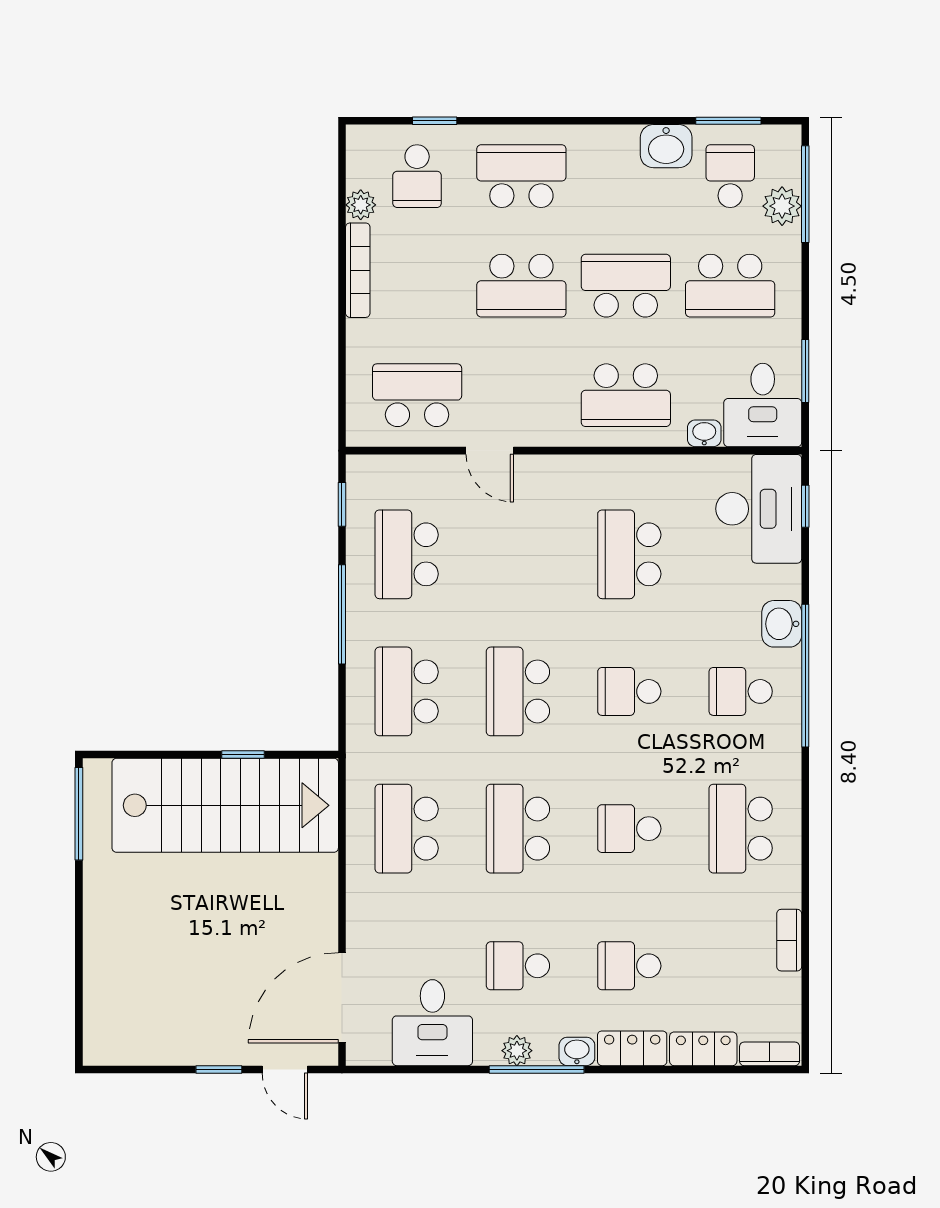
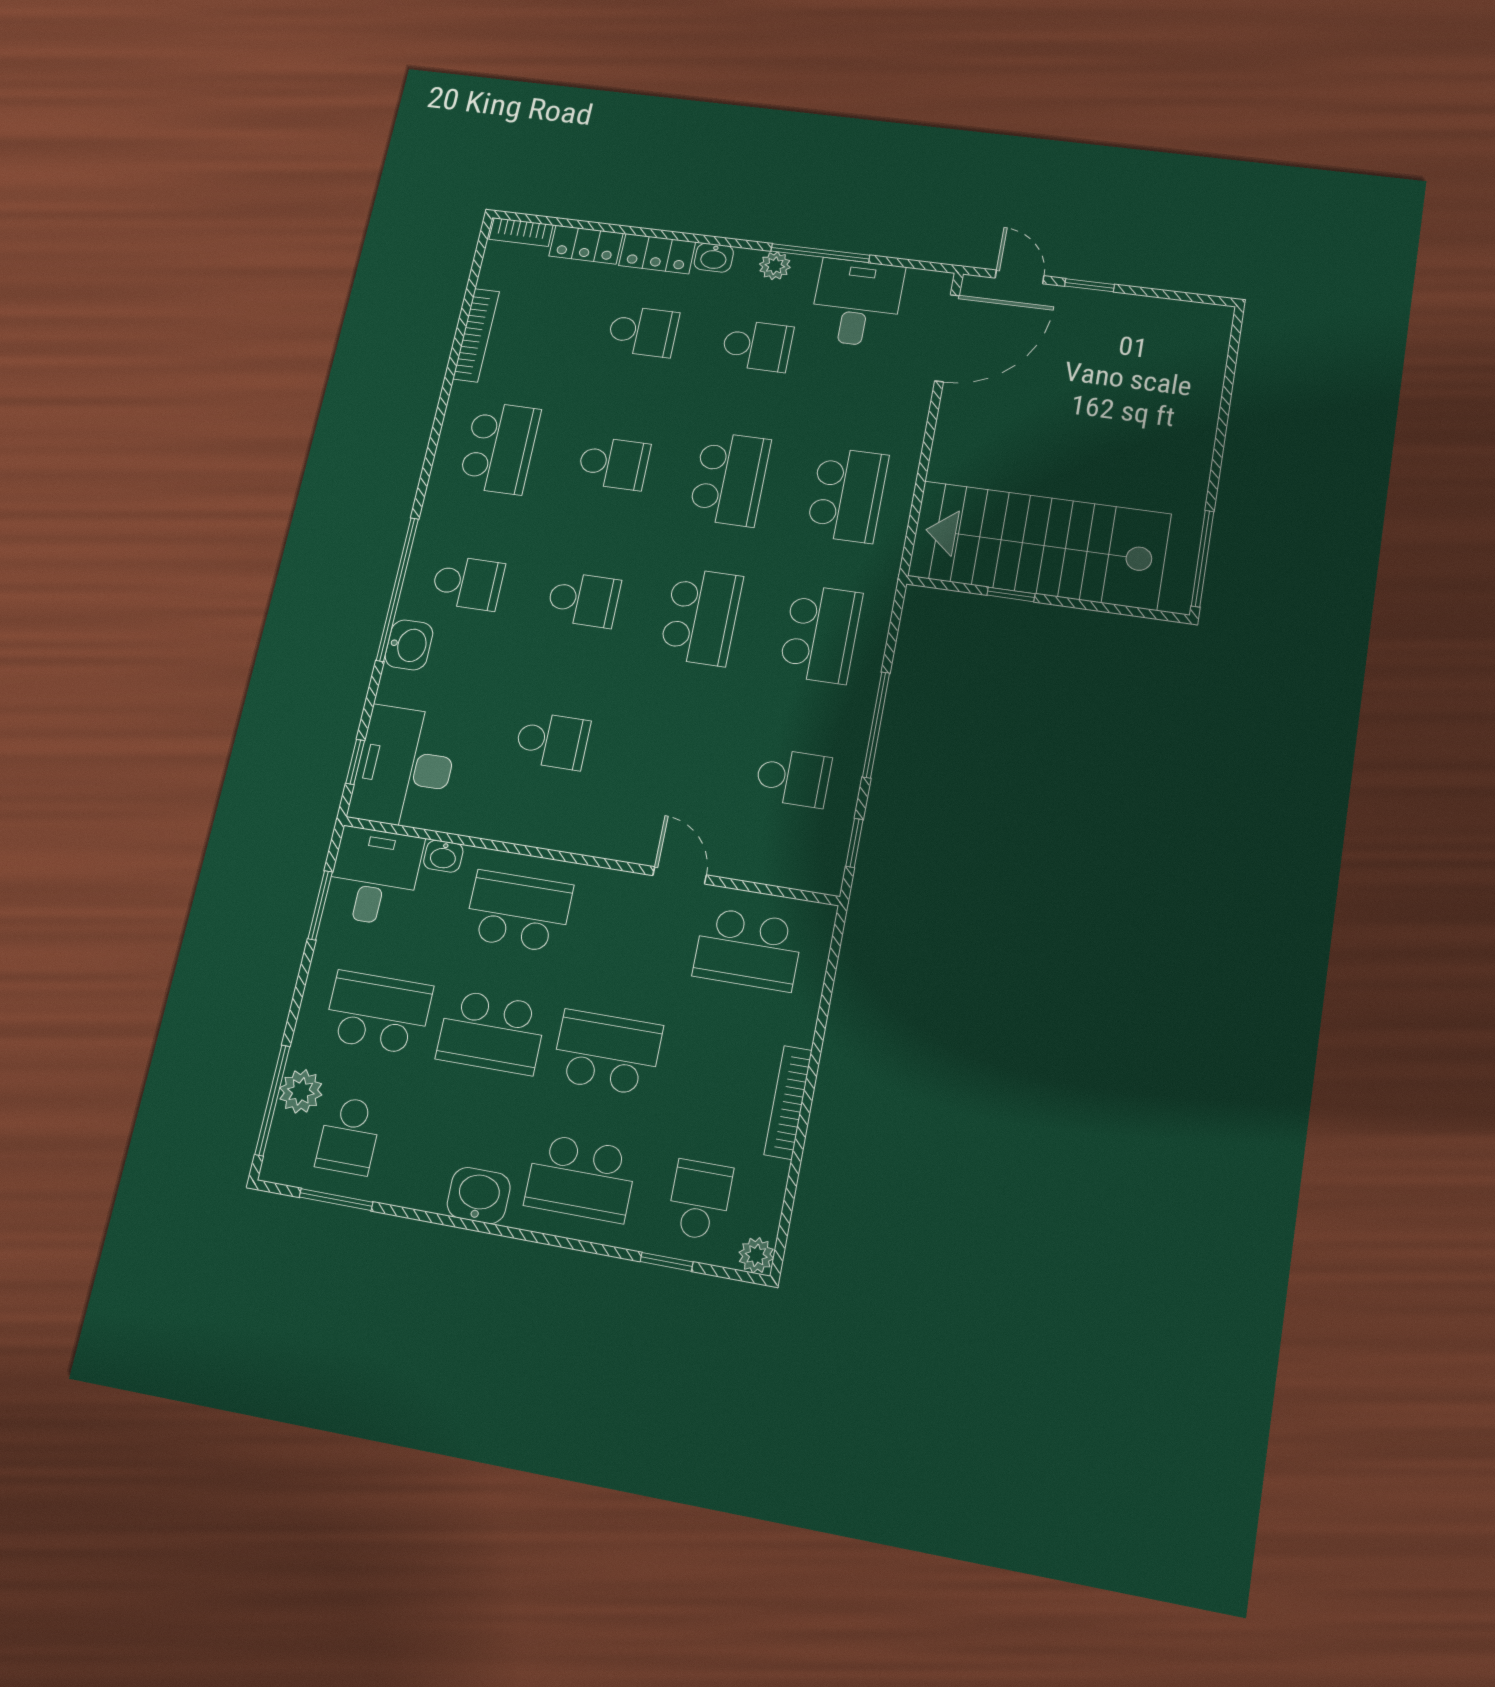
washbasin: (666, 146) -> (479, 1196), moved
plant: (361, 205) -> (756, 1255), moved
school desk: (407, 554) -> (793, 778), width x0.54
school desk: (629, 554) -> (552, 741), width x0.54
bookcase: (789, 940) -> (476, 335), width x1.56
window: (537, 1069) -> (820, 253), moved

